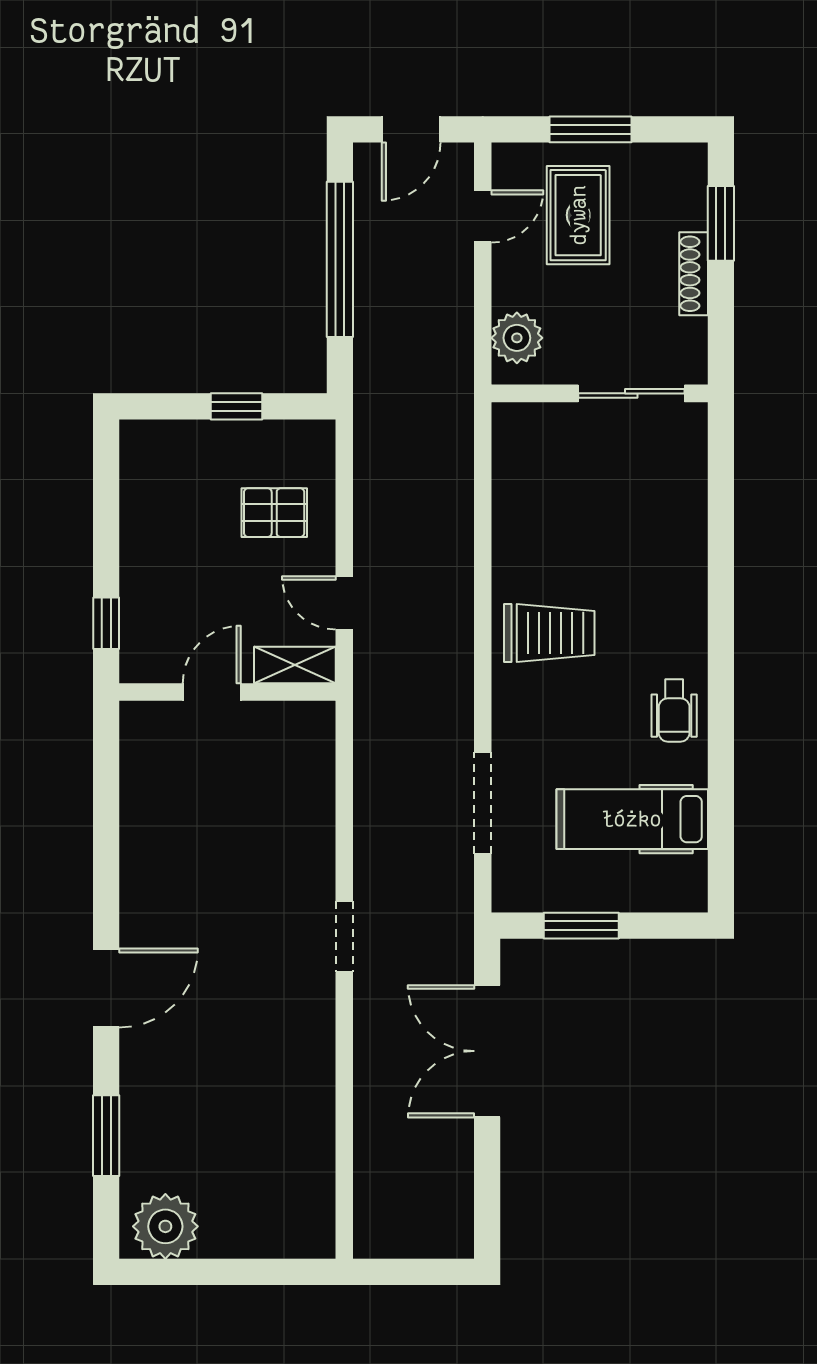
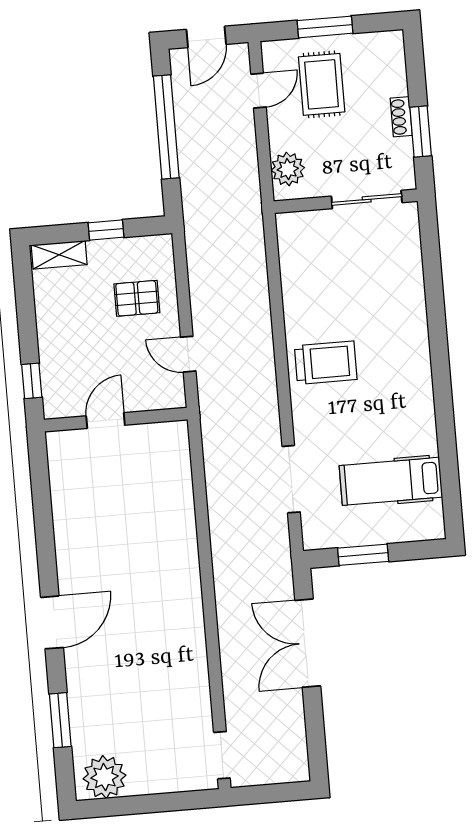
window: (721, 223) -> (421, 131), moved
shoe rack: (694, 274) -> (401, 117), width x0.70
shelving: (295, 665) -> (59, 255), moved
wheelchair: (674, 711) -> (413, 407), removed
doorway: (344, 937) -> (222, 755), moved

